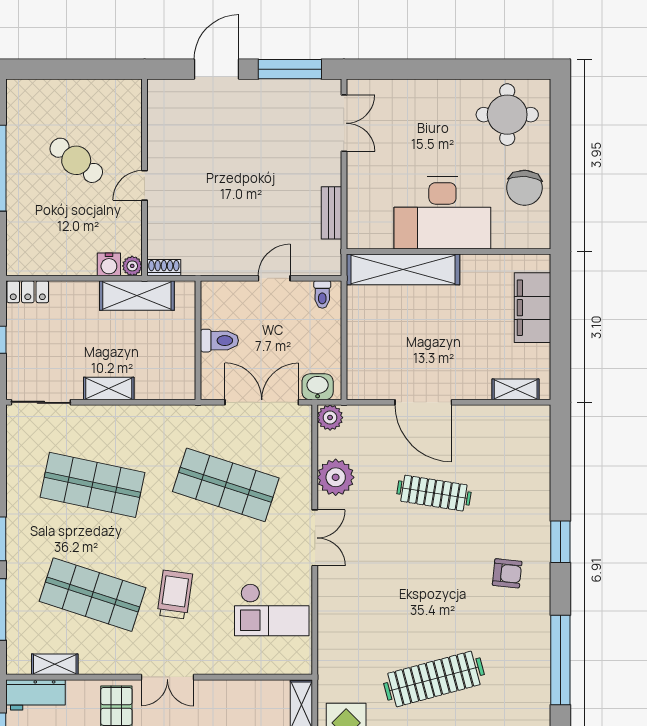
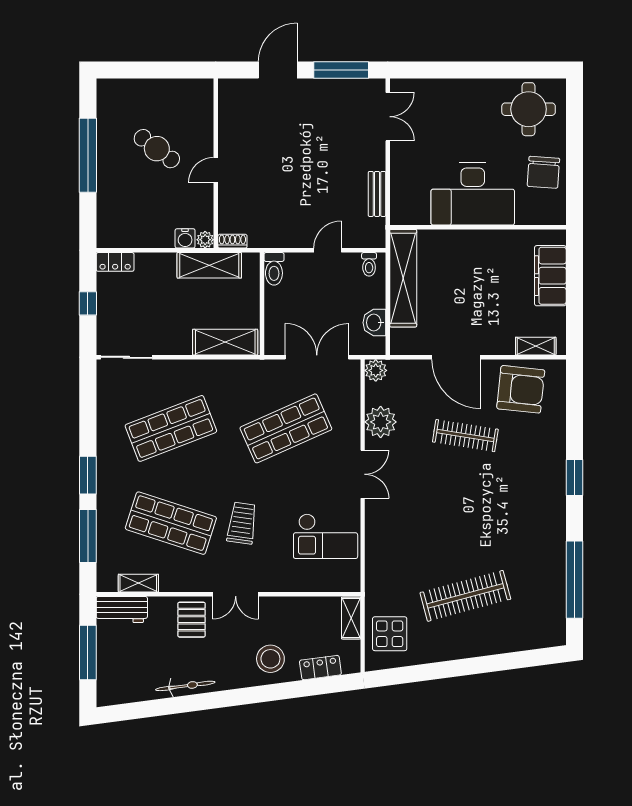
shelving: (403, 269) -> (403, 278), moved, turned 90
toilet: (219, 341) -> (274, 269), moved, turned 90
washbasin: (318, 387) -> (374, 323), moved, turned -90
shelving: (109, 389) -> (225, 342), moved, width x1.50, depth x1.33
shop shelf: (92, 485) -> (171, 428), turned -33
shop shelf: (226, 485) -> (286, 428), turned -42
armchair: (507, 573) -> (521, 389), moved, width x1.88, depth x1.88

